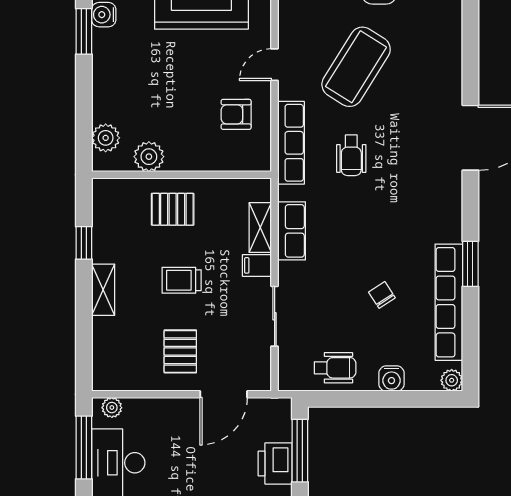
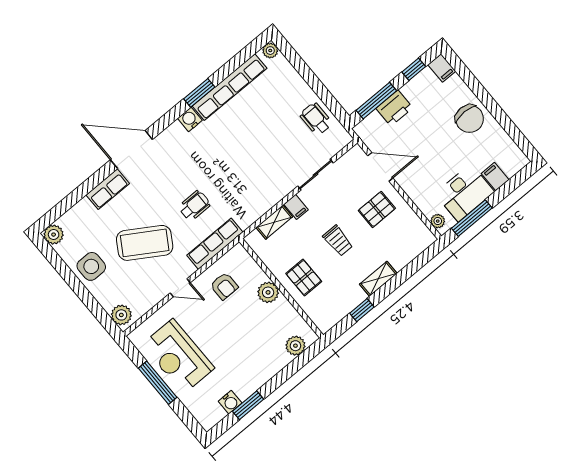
plant: (149, 157) -> (268, 292), moved
row of seats: (291, 231) -> (108, 189), moved, turned 180
chair: (382, 295) -> (256, 126), removed
water cooler: (391, 379) -> (190, 119), moved, turned -90

